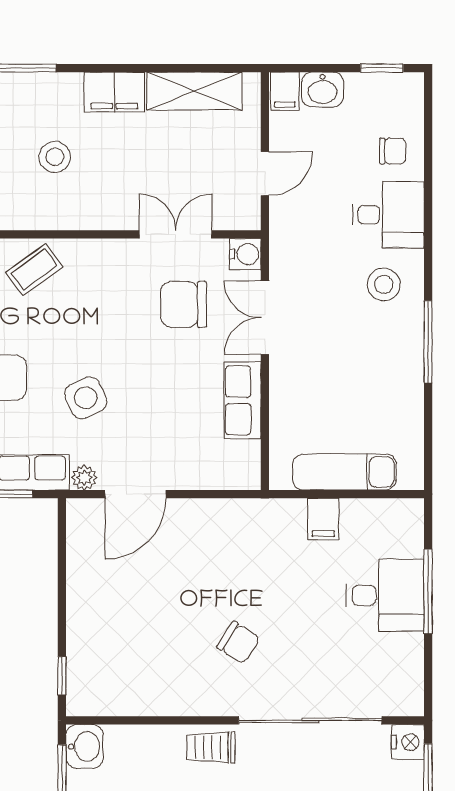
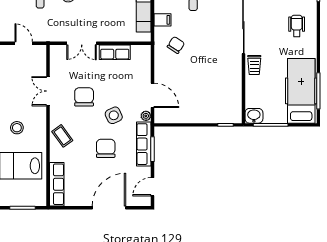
double door: (176, 234) -> (48, 91), moved
water cooler: (245, 254) -> (56, 51), removed
chair: (184, 304) -> (84, 97), moved, turned 180
chair: (238, 643) -> (176, 45), moved

